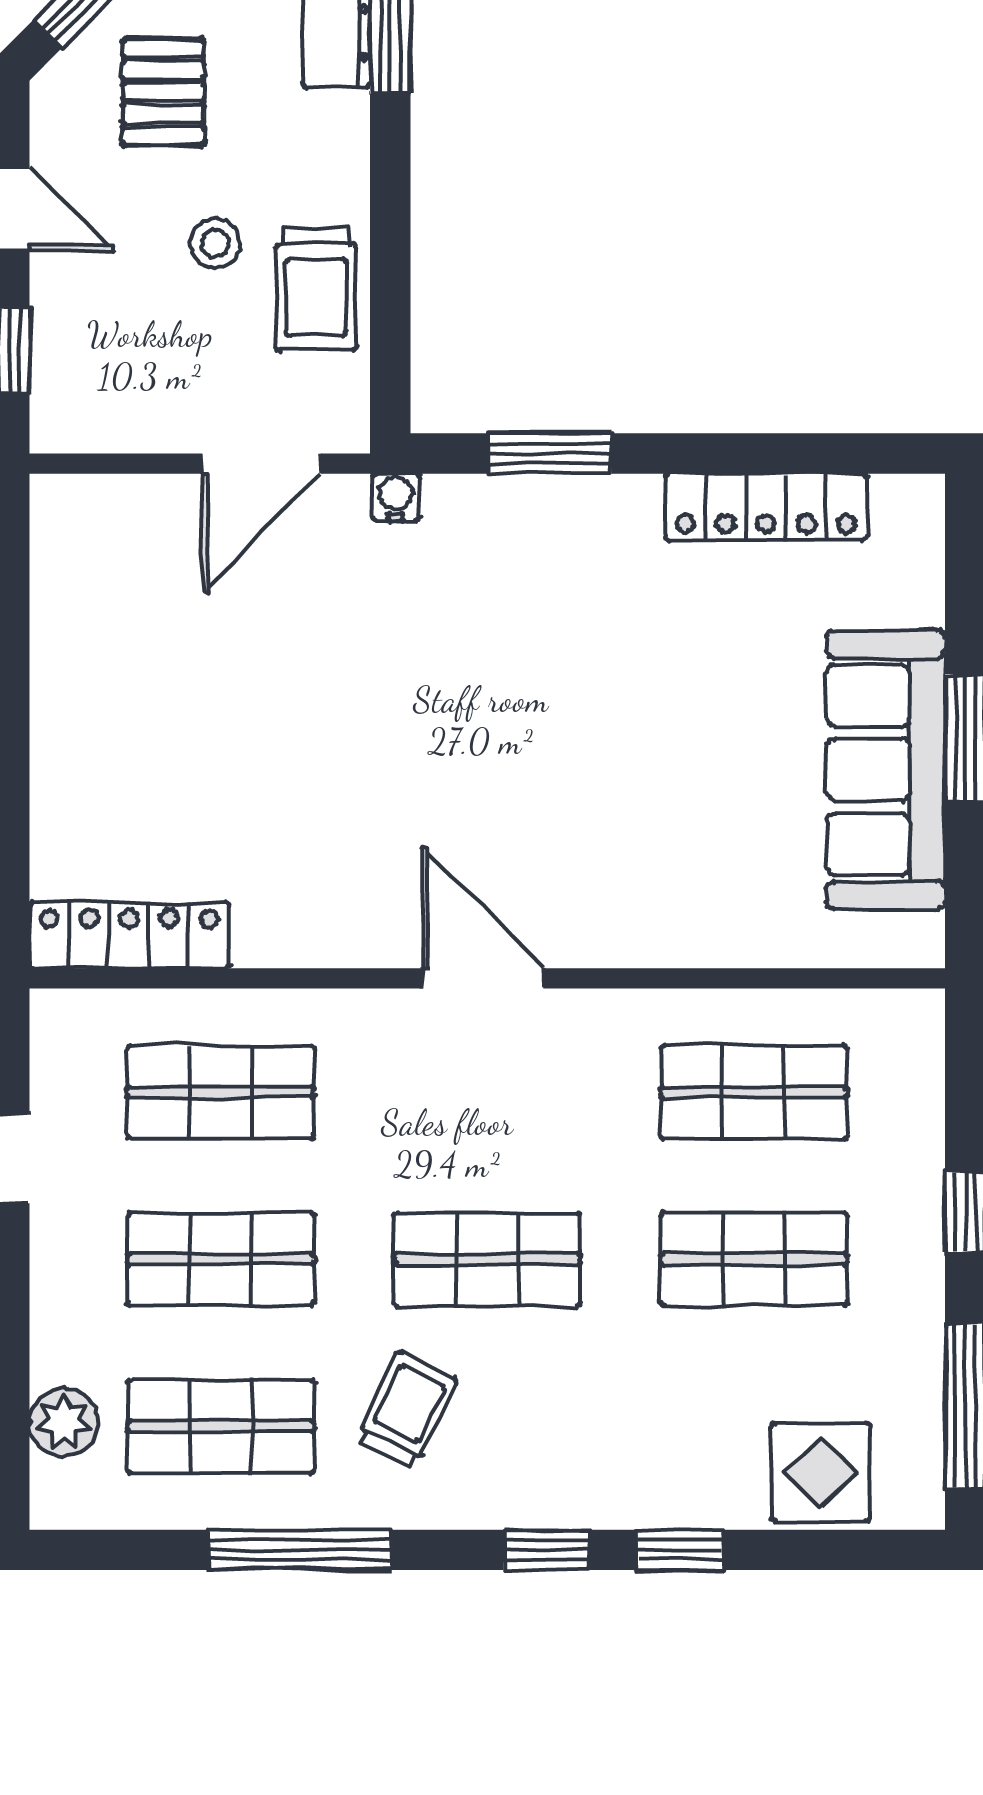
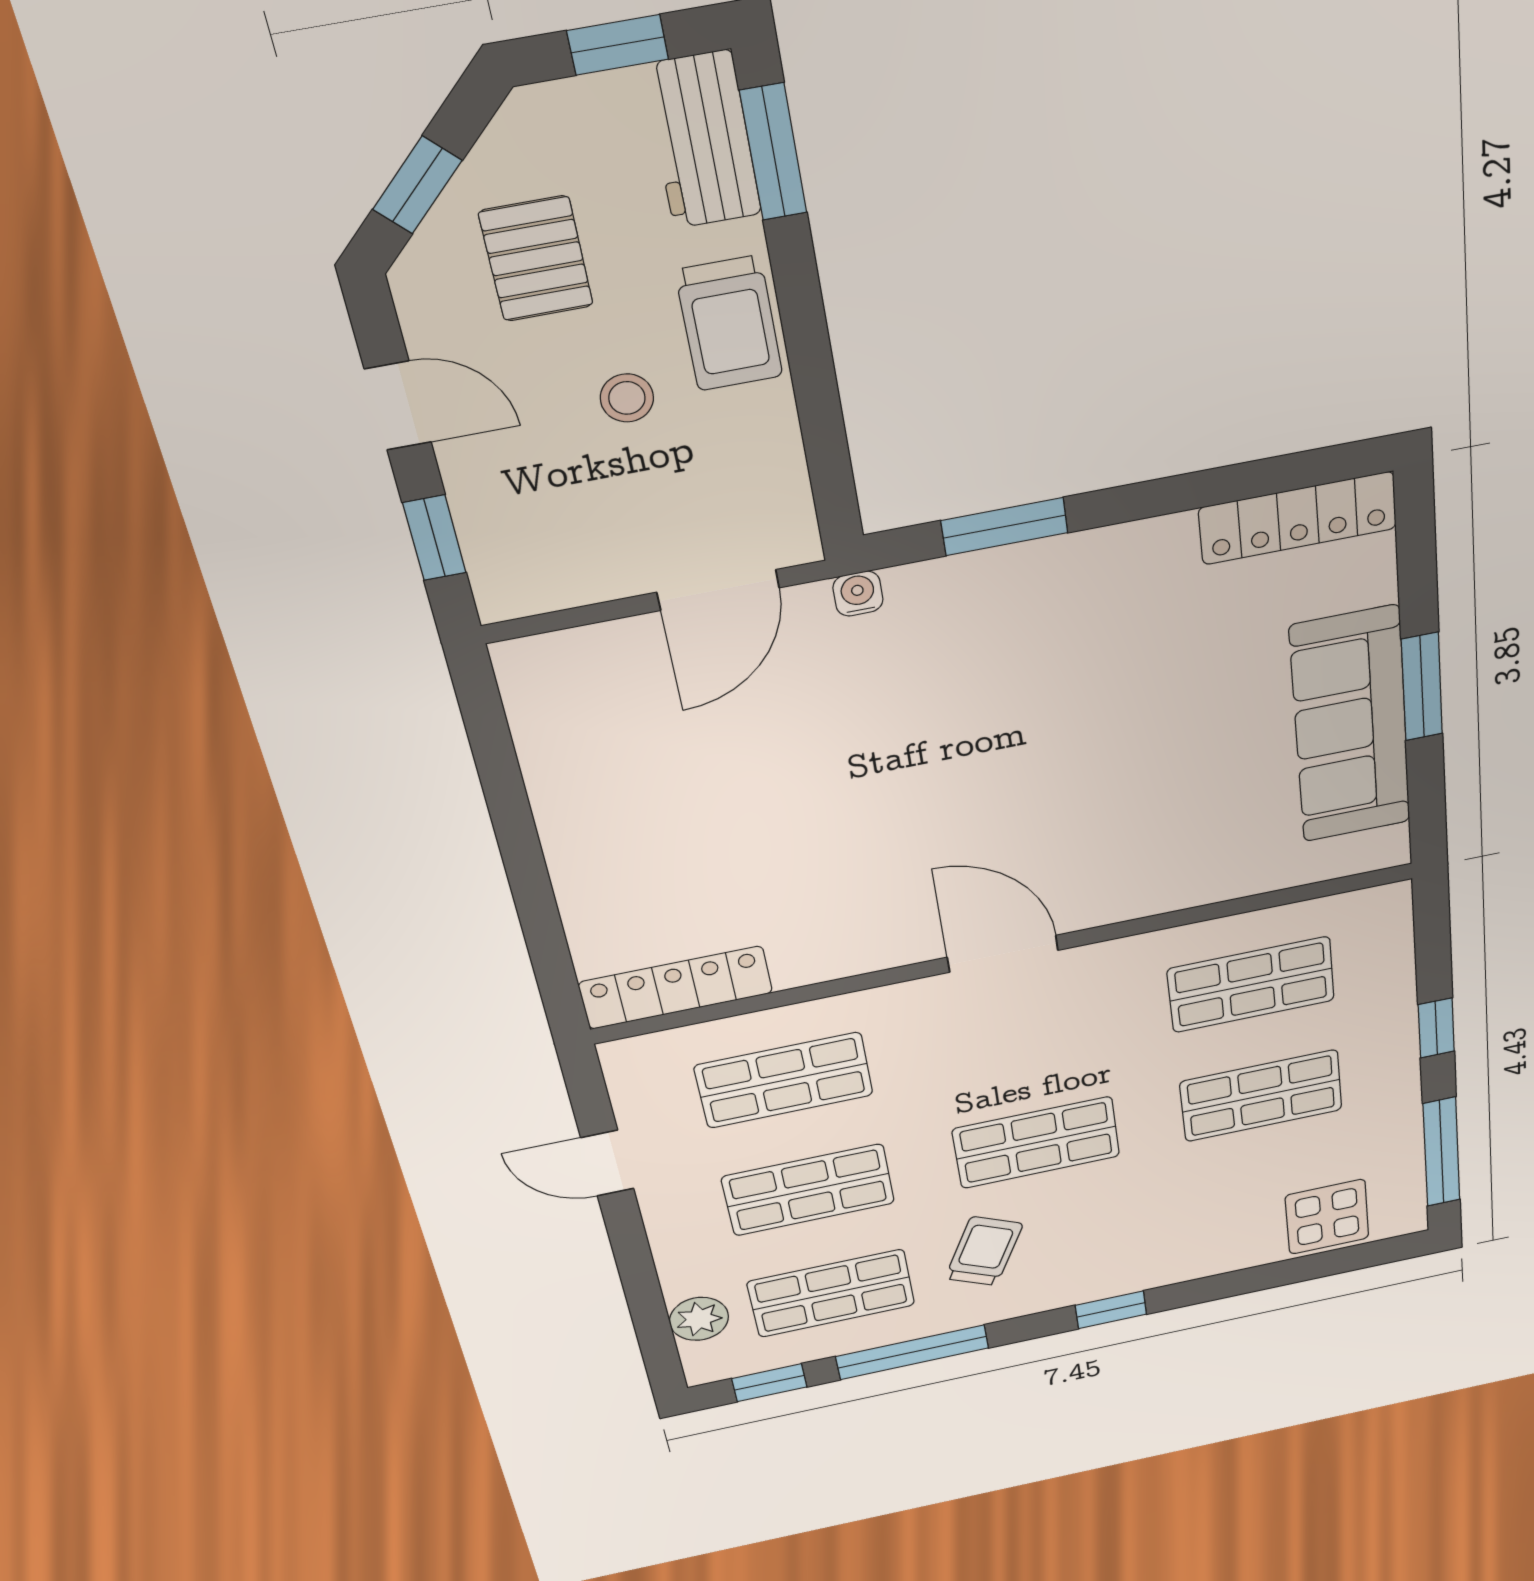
trolley: (316, 288) -> (729, 323), moved
locker: (766, 507) -> (1298, 518), moved
window: (680, 1550) -> (769, 1383), moved

